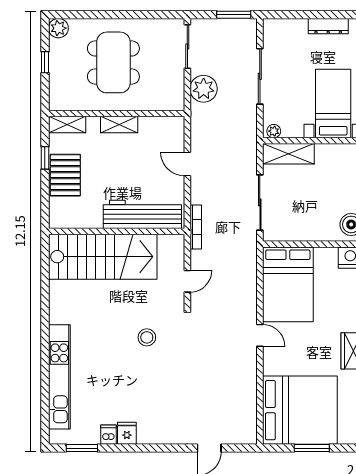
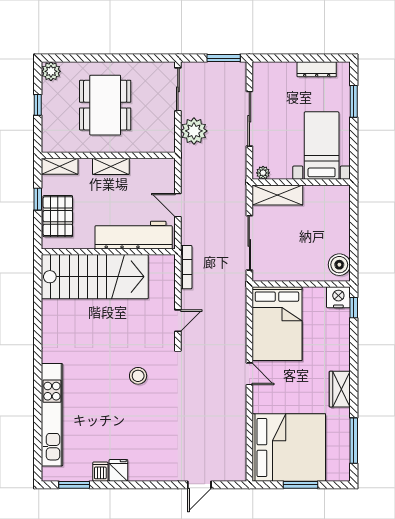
workbench: (142, 214) -> (134, 235), moved
wall: (117, 231) -> (108, 252), moved
stairs: (103, 257) -> (95, 277), moved

